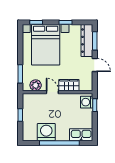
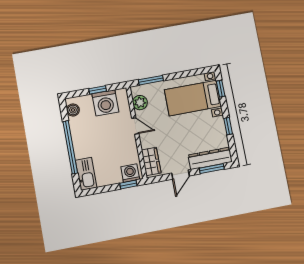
bed with nightstands: (46, 45) -> (193, 98), width x0.73
wardrobe: (69, 85) -> (151, 161), moved
door: (52, 92) -> (135, 126), hinge flipped
washing machine: (46, 132) -> (105, 103), moved, turned 90
boiler: (32, 136) -> (73, 110), added

